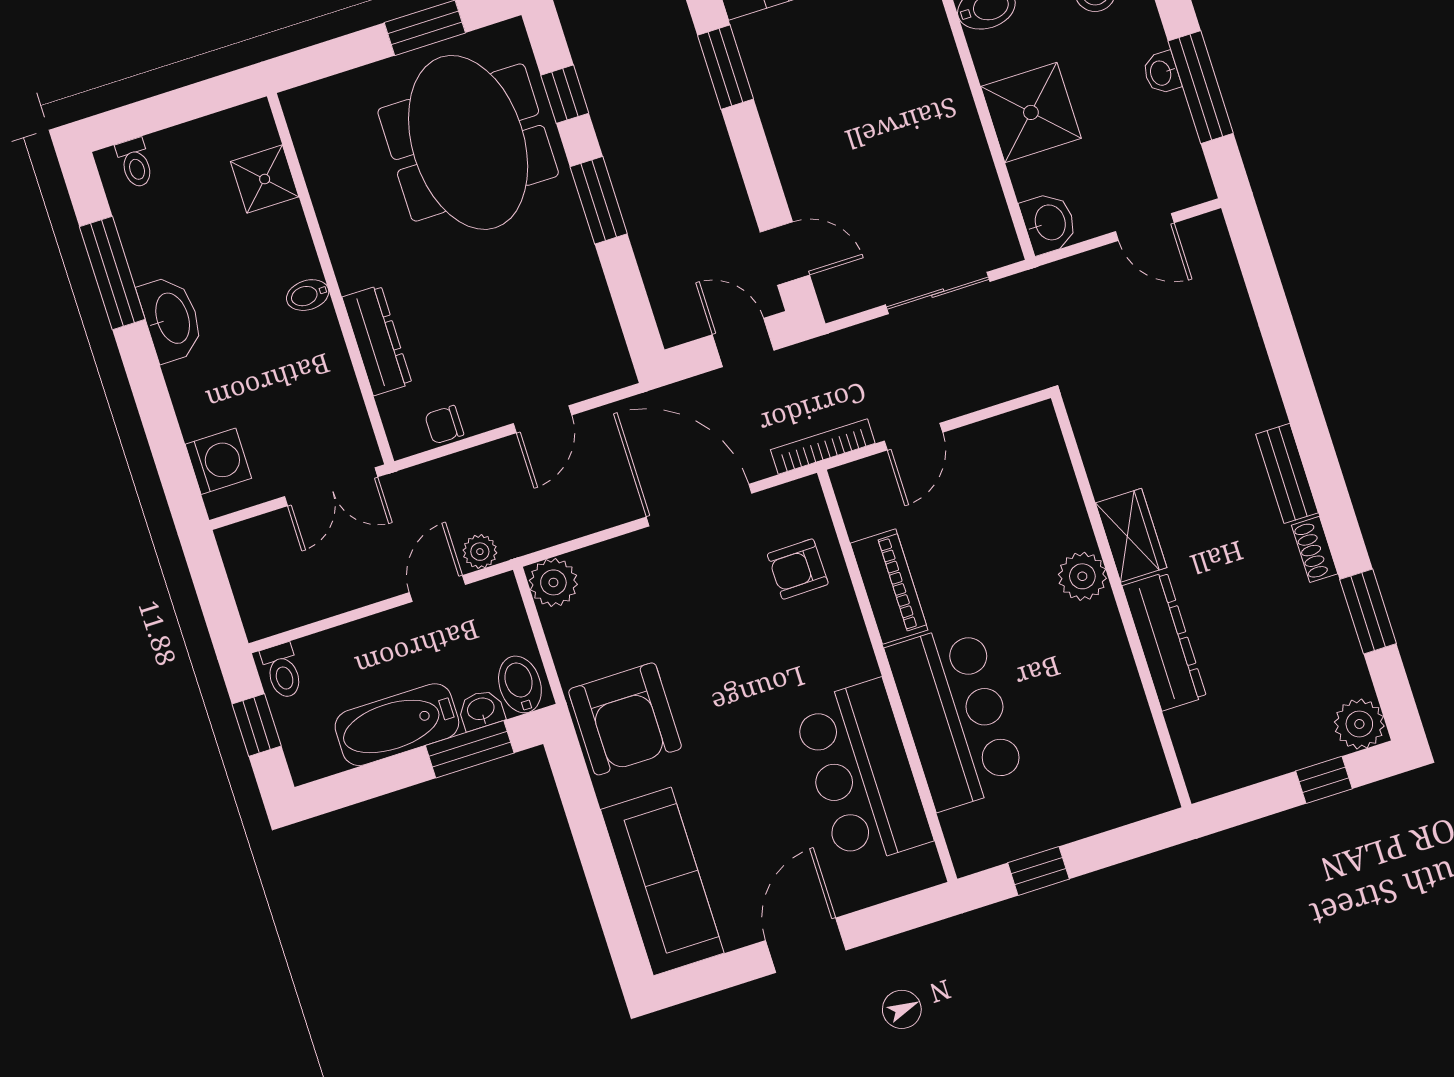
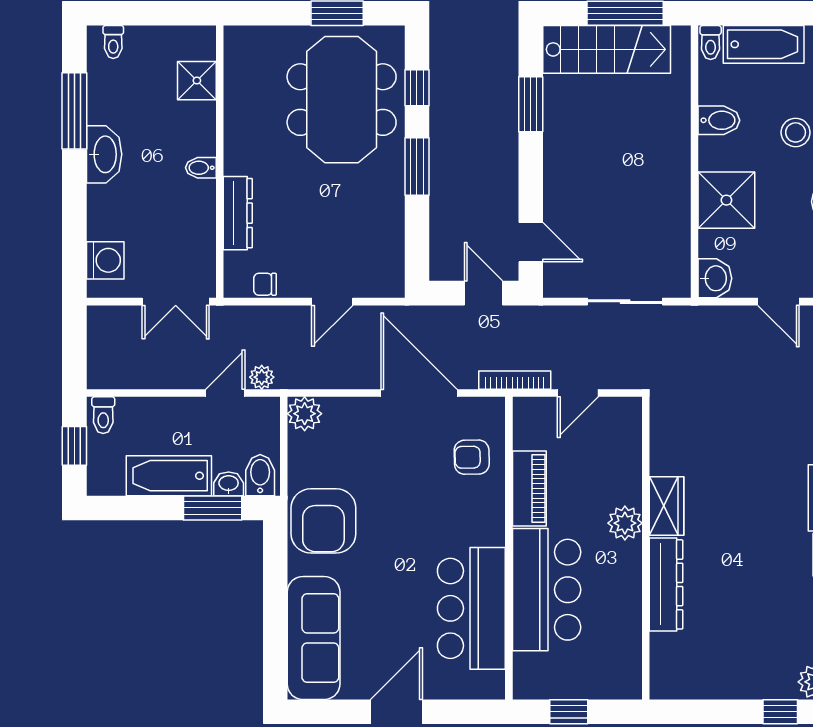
wardrobe: (1131, 535) -> (667, 506), moved
plant: (1082, 576) -> (625, 523), moved
wall: (1121, 601) -> (646, 548), moved
dresser: (1164, 641) -> (666, 584), moved

